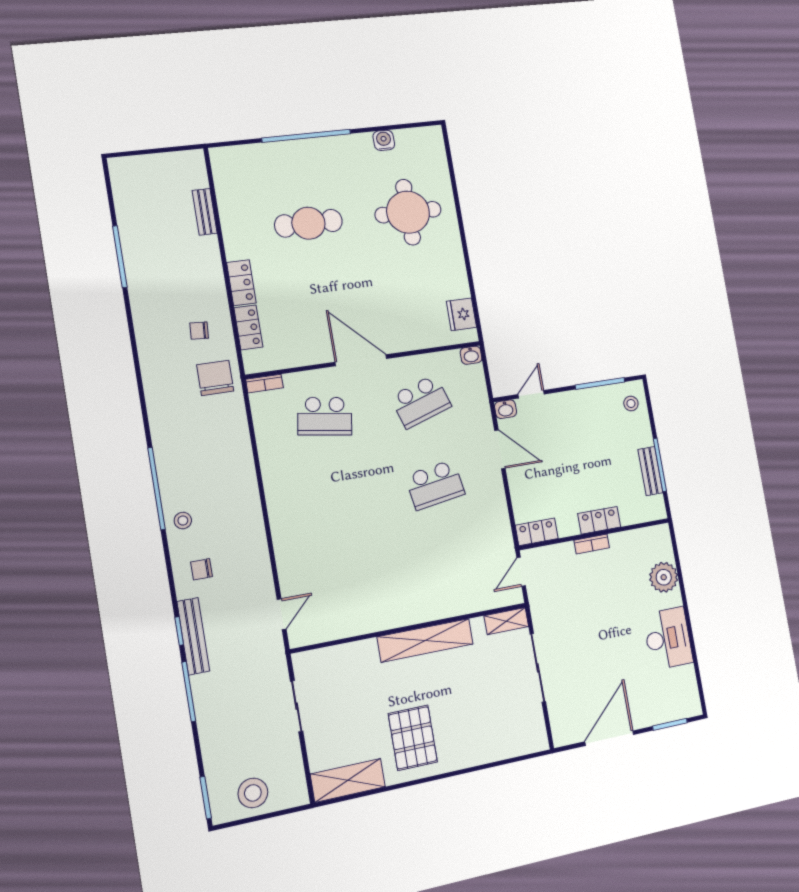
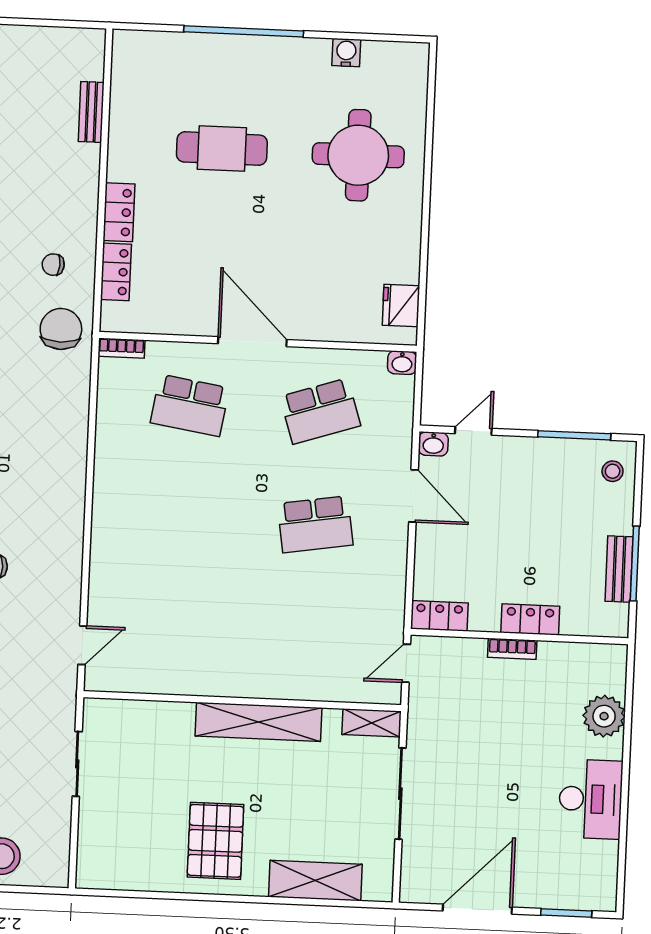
shelving: (348, 780) -> (315, 881), moved

